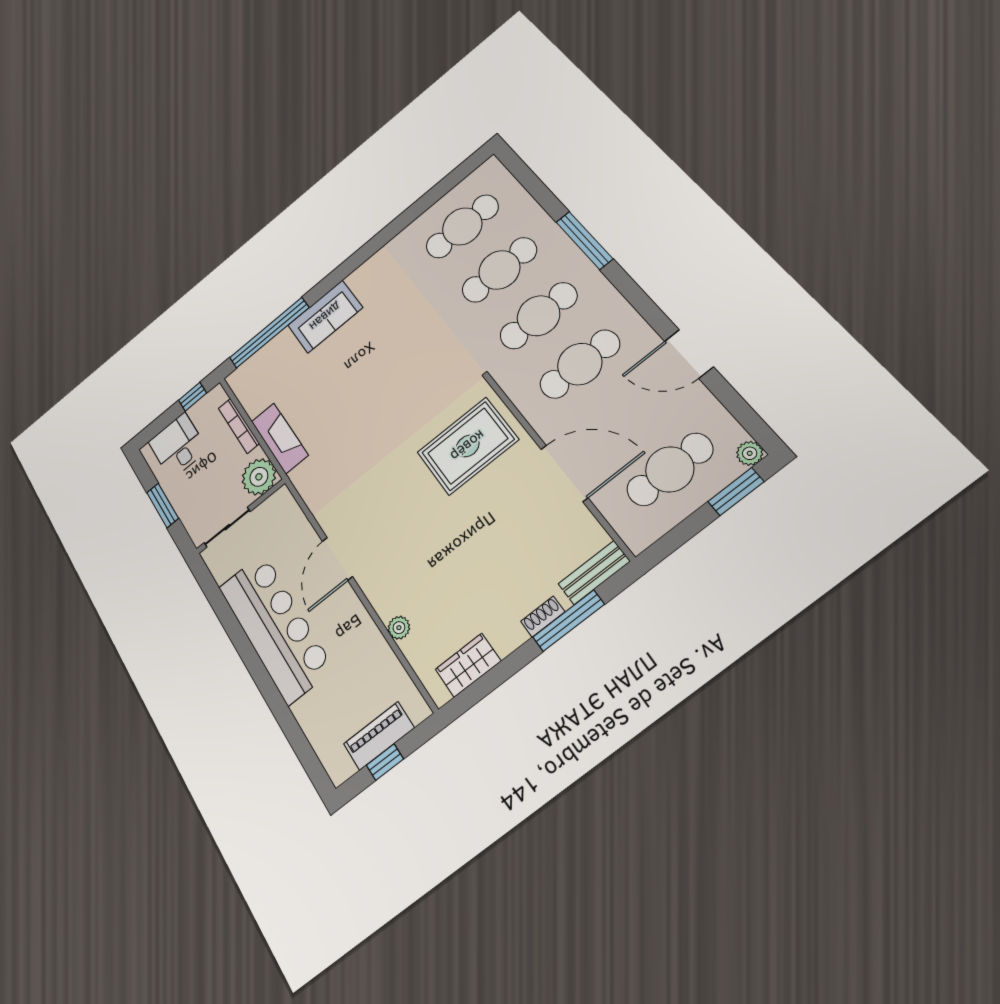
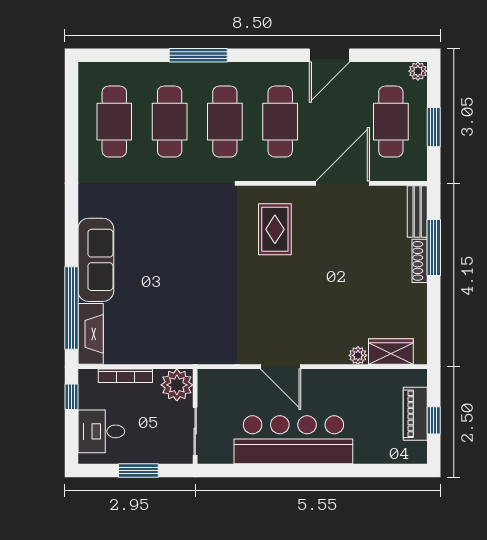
sofa: (325, 317) -> (96, 260), width x1.36
fireplace: (280, 438) -> (91, 334), moved, turned 90
rug: (468, 446) -> (275, 229), width x0.73, depth x0.70
window: (736, 492) -> (434, 127), moved
shoe rack: (543, 617) -> (420, 261), width x1.43
wardrobe: (468, 665) -> (391, 352), moved, turned 90

